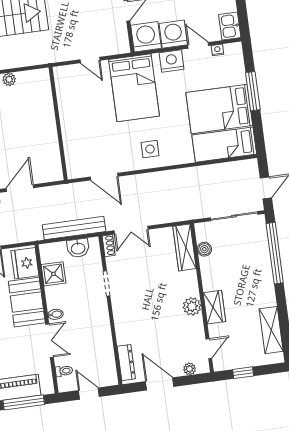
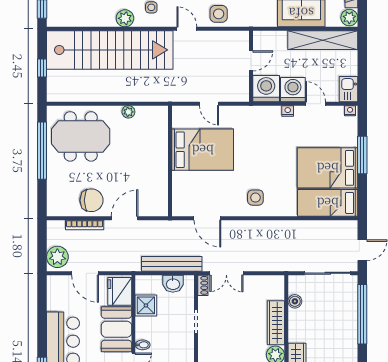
nightstand: (217, 50) -> (350, 111), moved
nightstand: (172, 61) -> (288, 111), width x0.53, depth x0.56
bed: (134, 88) -> (203, 150), moved, turned -90
wardrobe: (184, 247) -> (276, 323), moved

